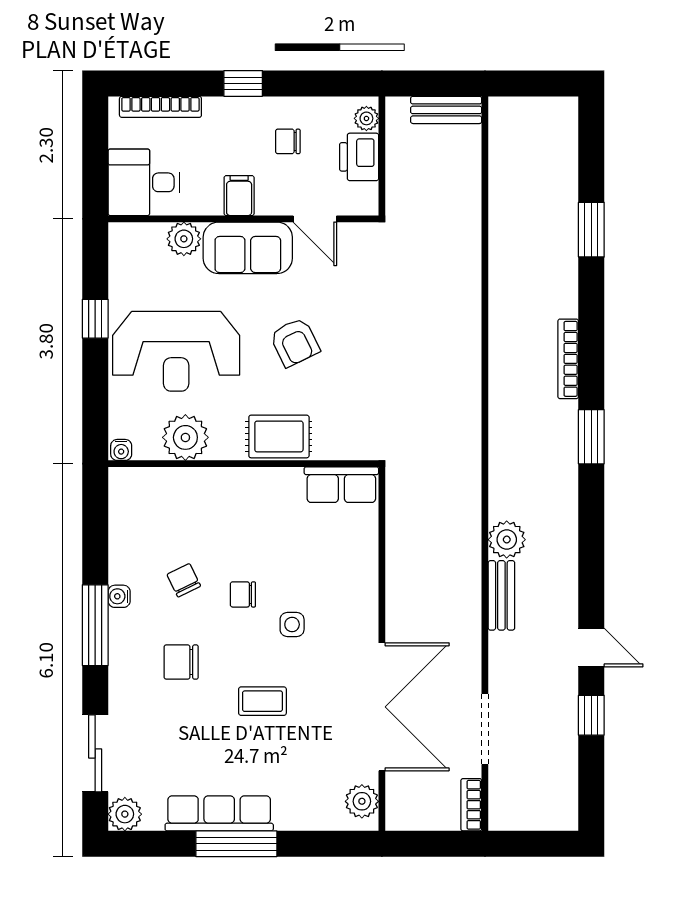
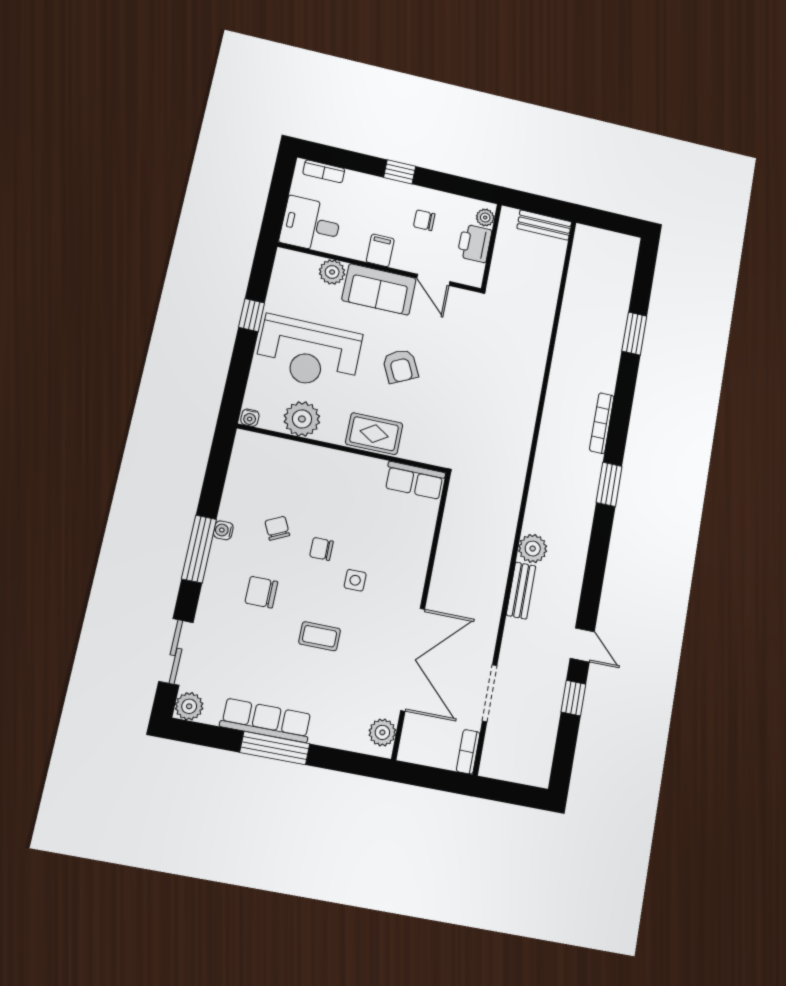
bookcase: (160, 107) -> (324, 171), width x0.64

